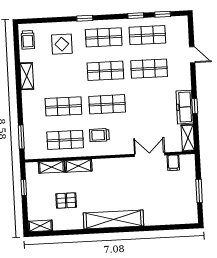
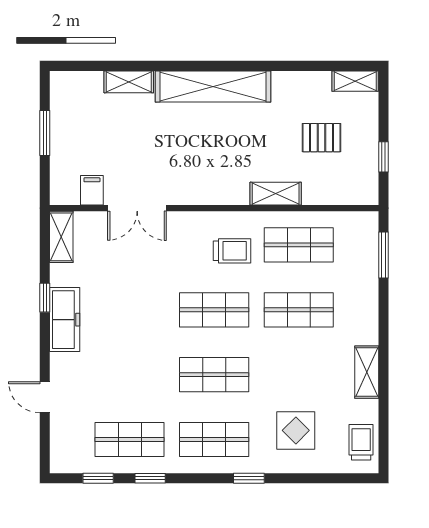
shop shelf: (149, 69) -> (130, 375), removed
freezer: (185, 107) -> (65, 320), moved
shelving: (51, 167) -> (129, 82), moved
pallet: (66, 200) -> (322, 138), moved

